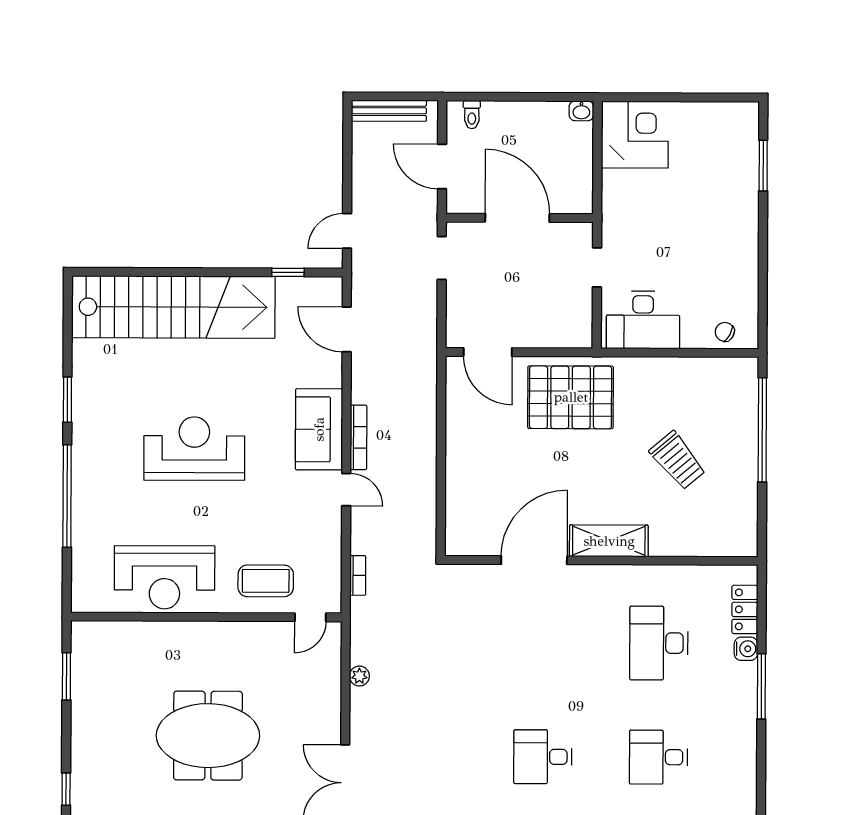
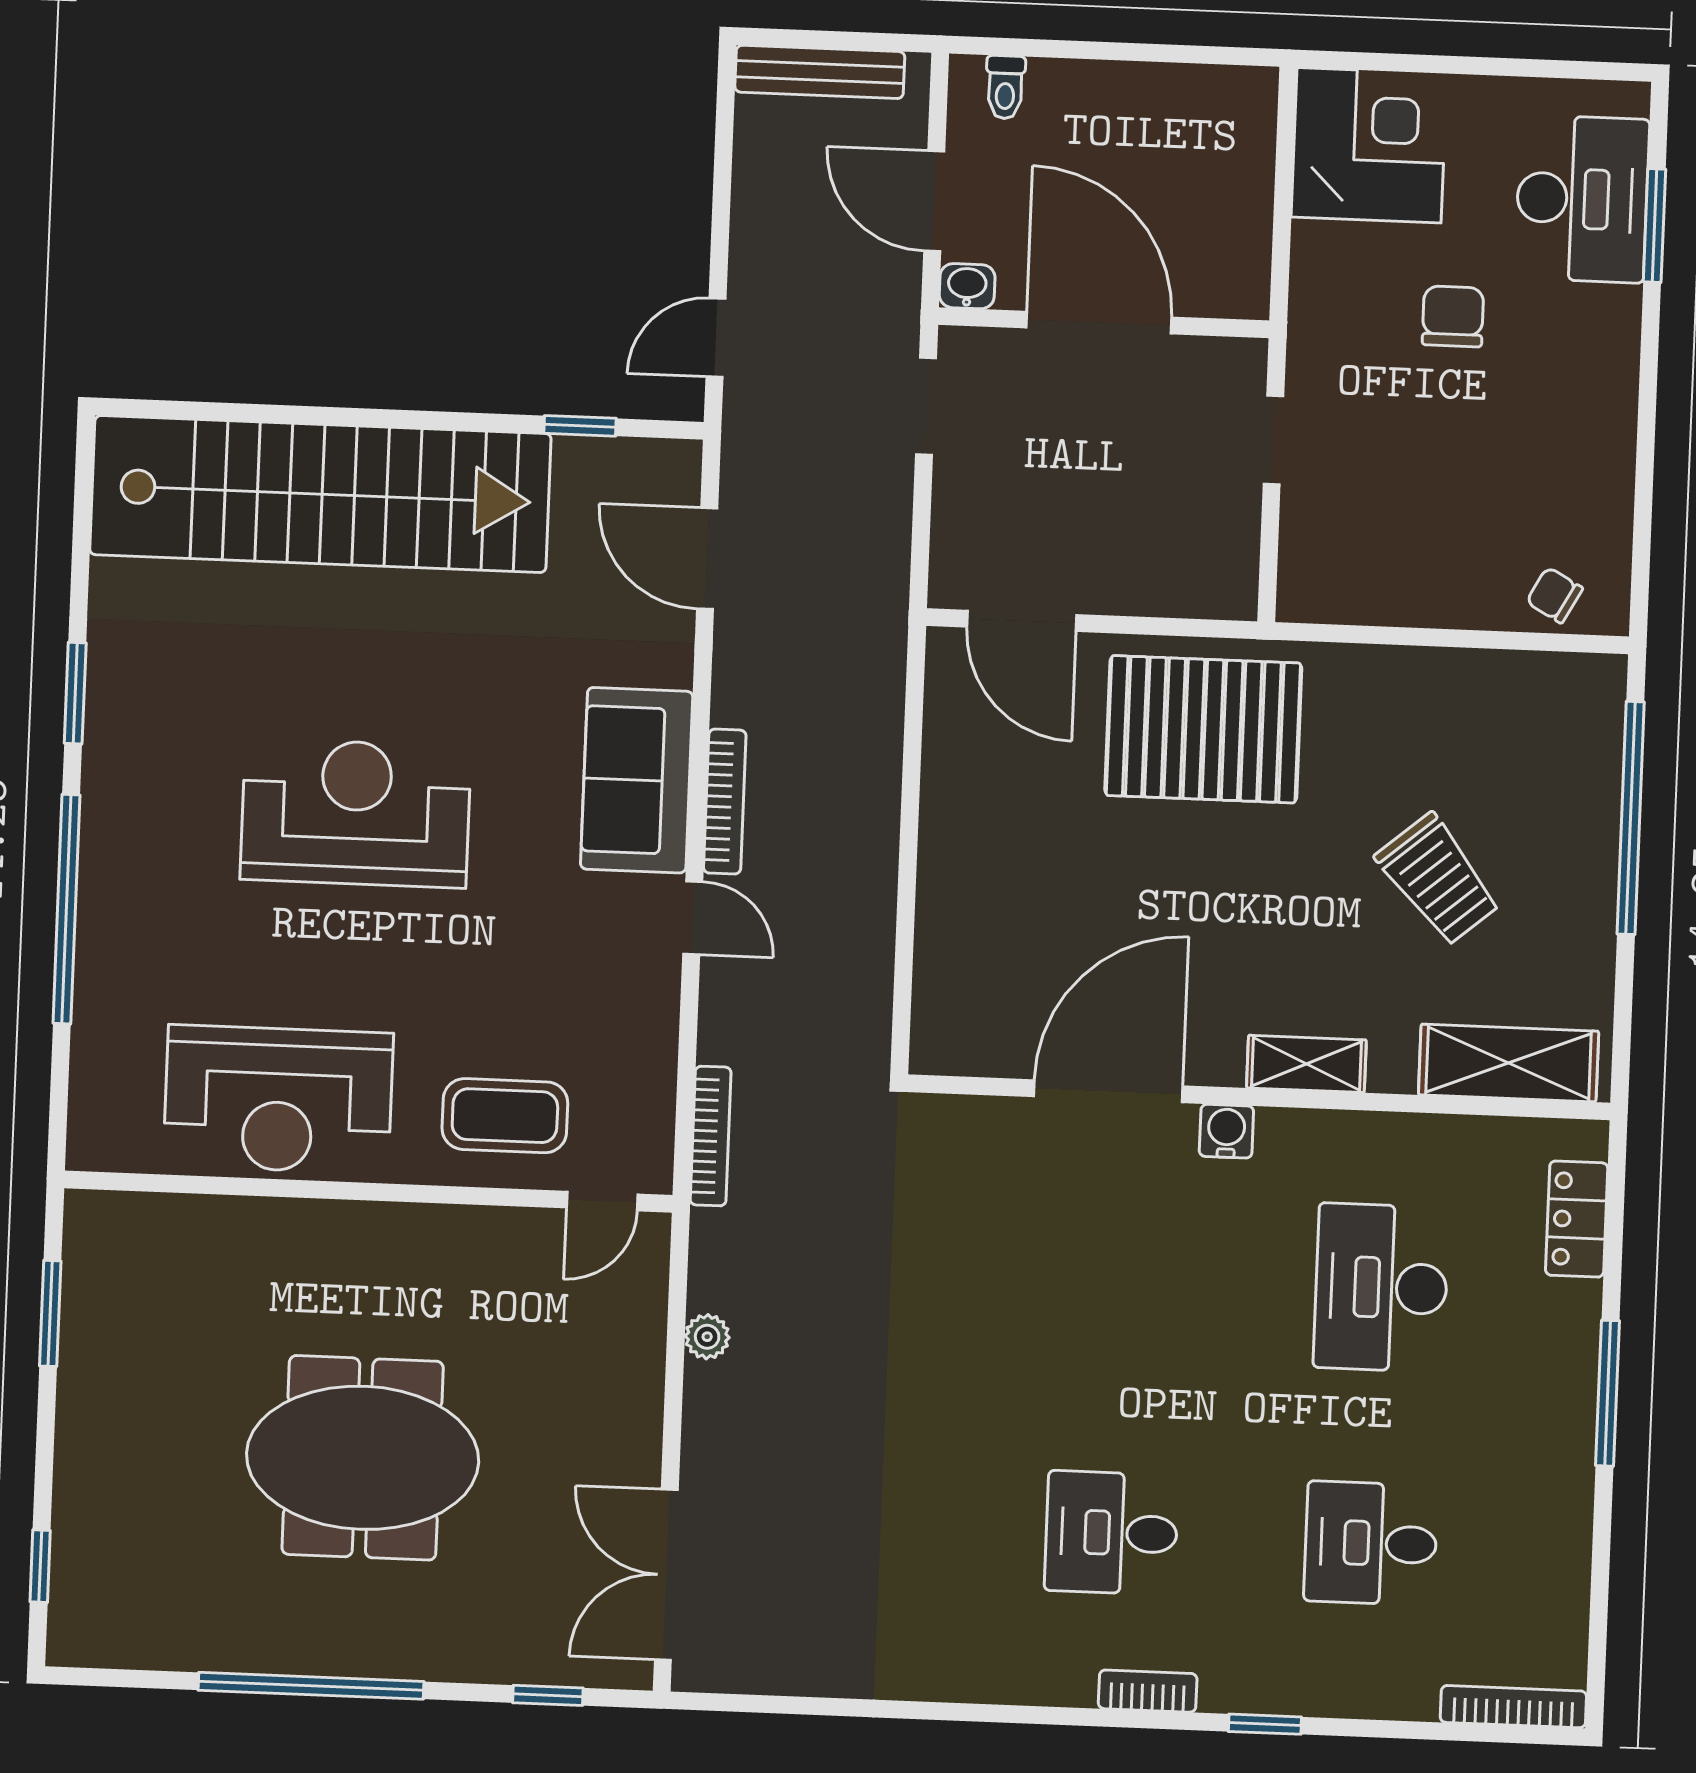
washbasin: (581, 111) -> (967, 286), moved, turned 180
chair: (675, 209) -> (1453, 316), added
desk: (643, 320) -> (1582, 199), moved, turned -90
shelving: (609, 541) -> (1306, 1064), width x0.67, depth x0.75
shelving: (712, 541) -> (1509, 1063), added
bookcase: (358, 575) -> (711, 1136), width x1.56
water cooler: (746, 649) -> (1226, 1131), moved, turned -90

